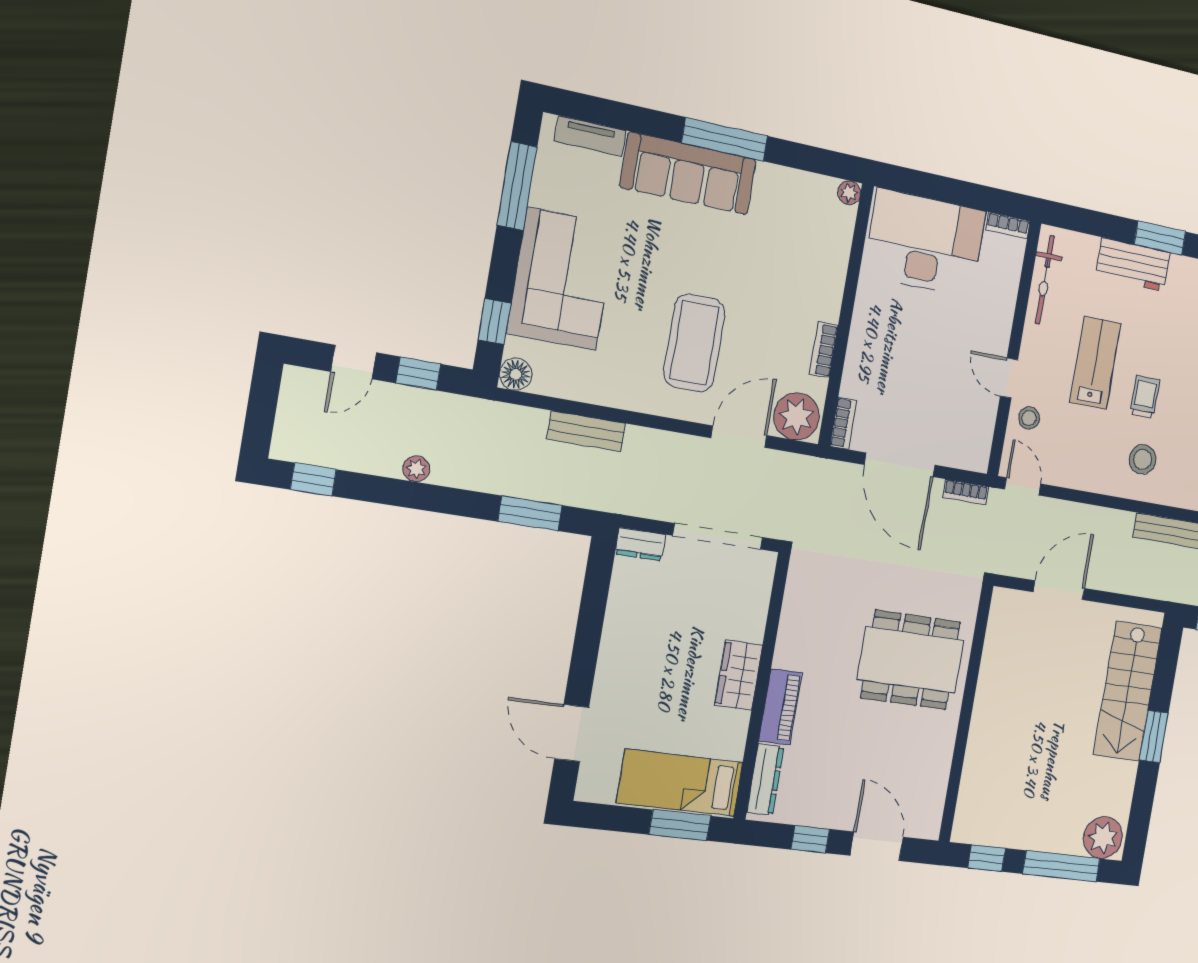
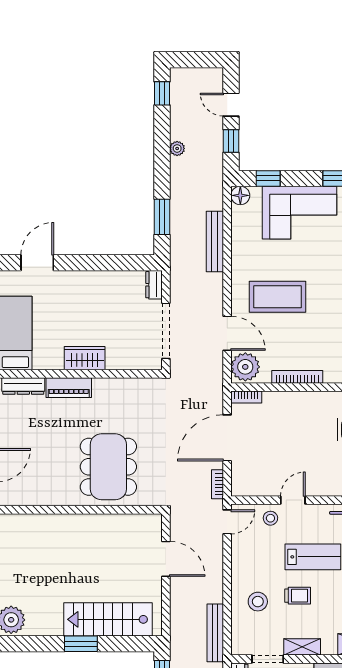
bookcase: (824, 350) -> (297, 377), width x1.56
bench: (586, 431) -> (215, 241), width x1.36

